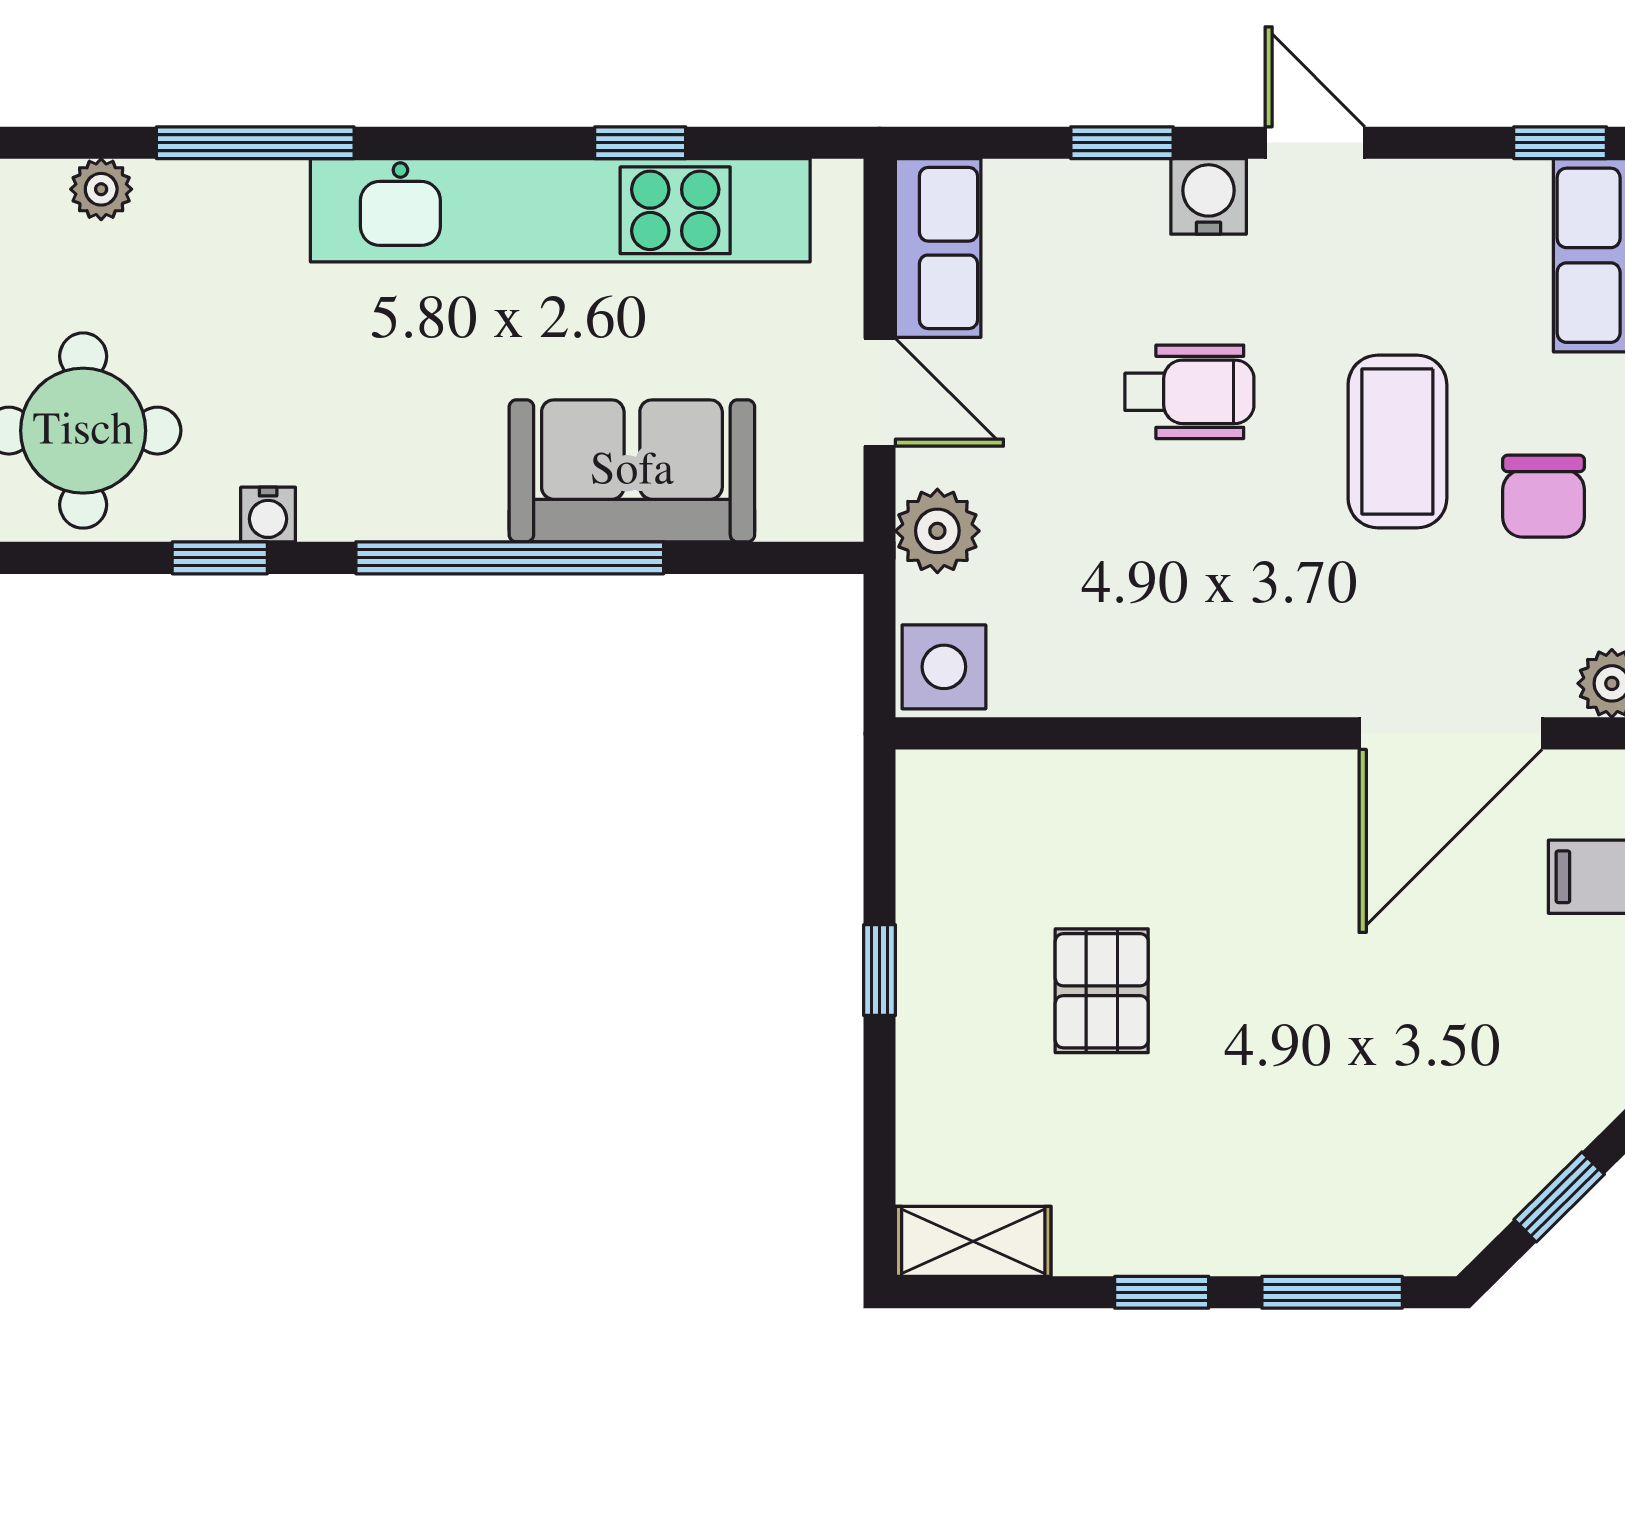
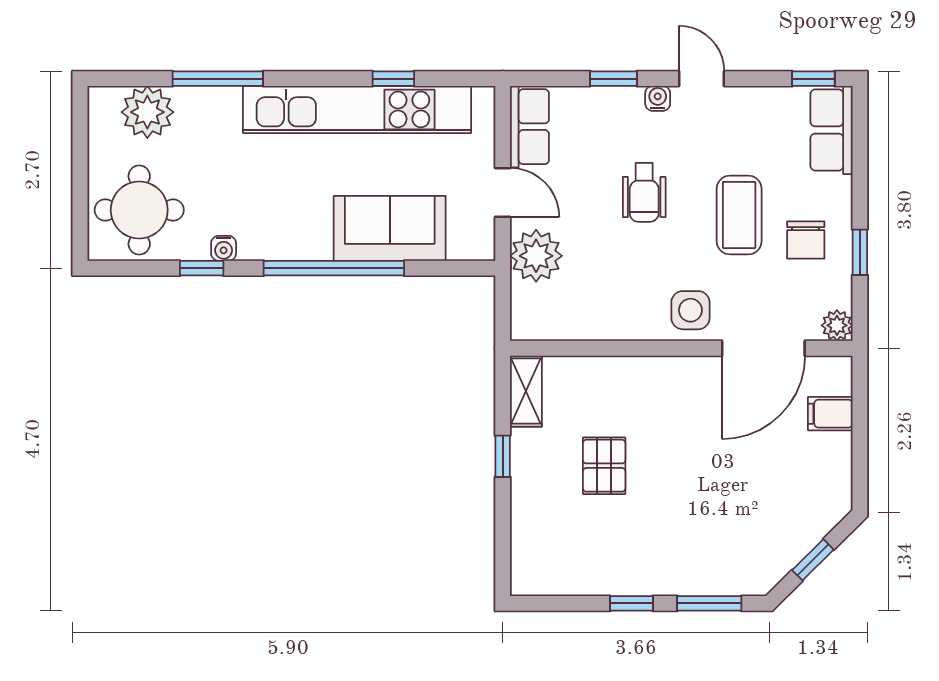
plant: (101, 189) -> (147, 112), width x1.87, depth x1.87
water cooler: (1209, 196) -> (658, 98), width x0.72, depth x0.72
wheelchair: (1189, 392) -> (644, 192), turned 90
plant: (937, 531) -> (536, 256), width x1.36, depth x1.36
side table: (944, 667) -> (690, 310), moved
shelving: (973, 1241) -> (526, 391), moved, turned 90

